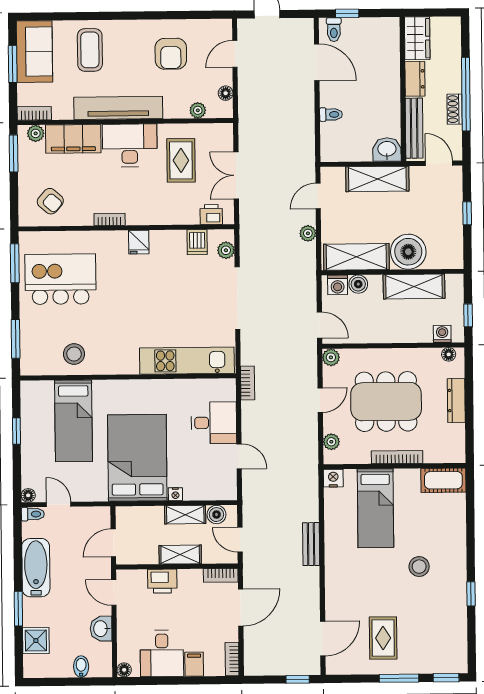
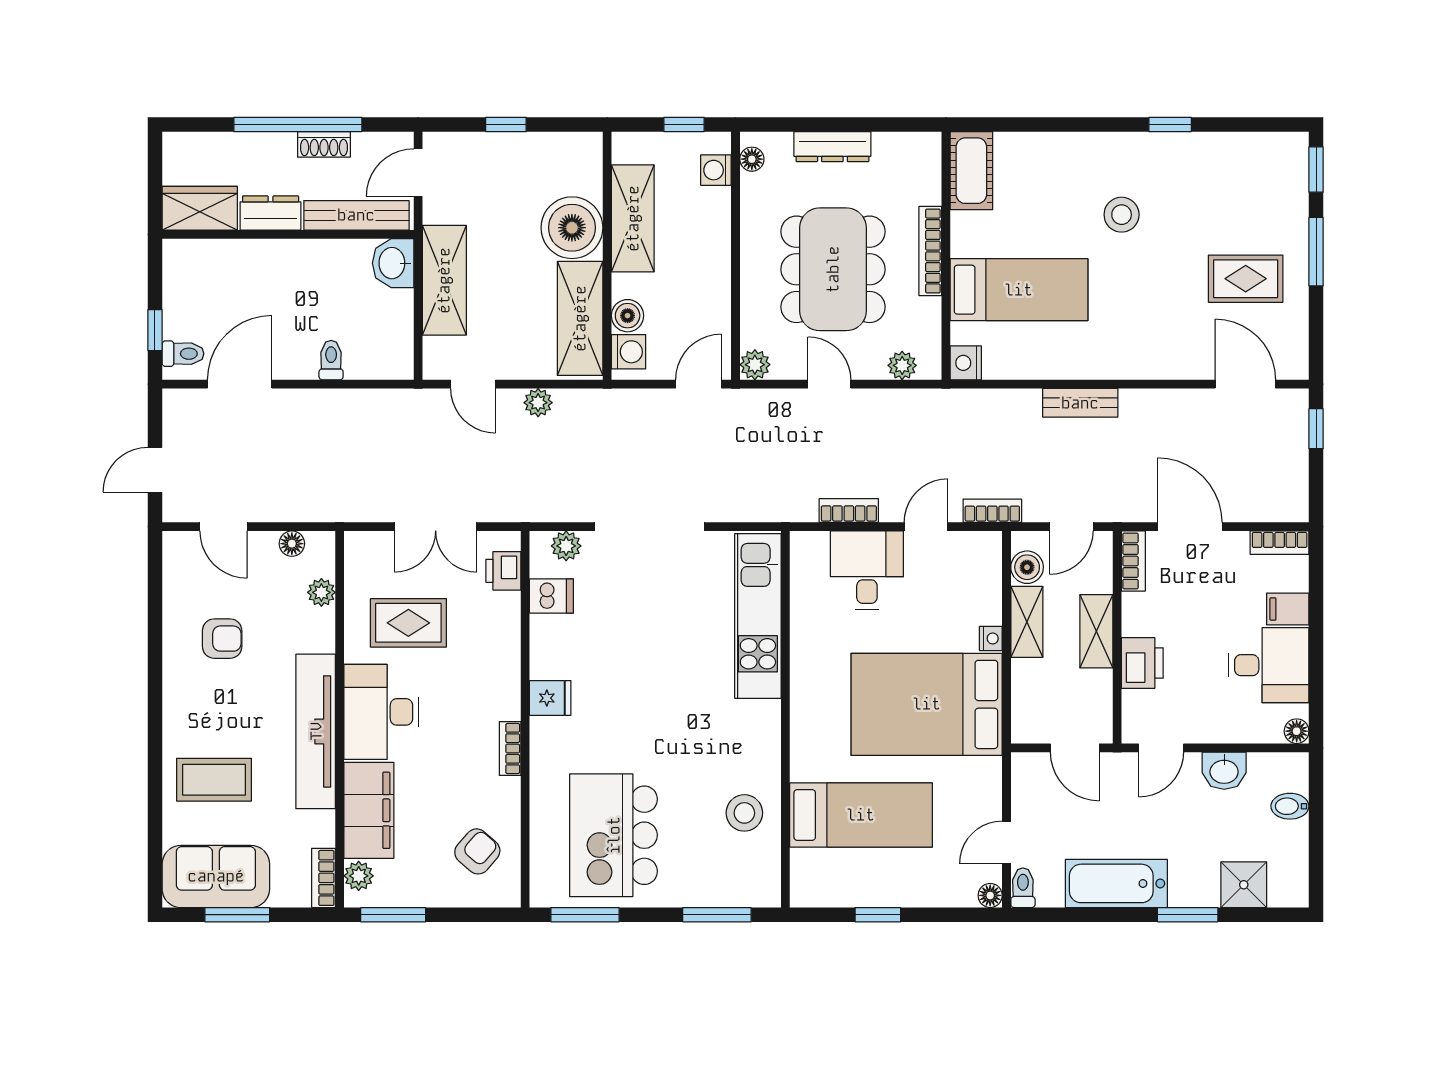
armchair: (171, 54) -> (222, 639), width x0.72, depth x0.72
bookcase: (248, 383) -> (849, 511), moved
bookcase: (249, 494) -> (992, 511), added

